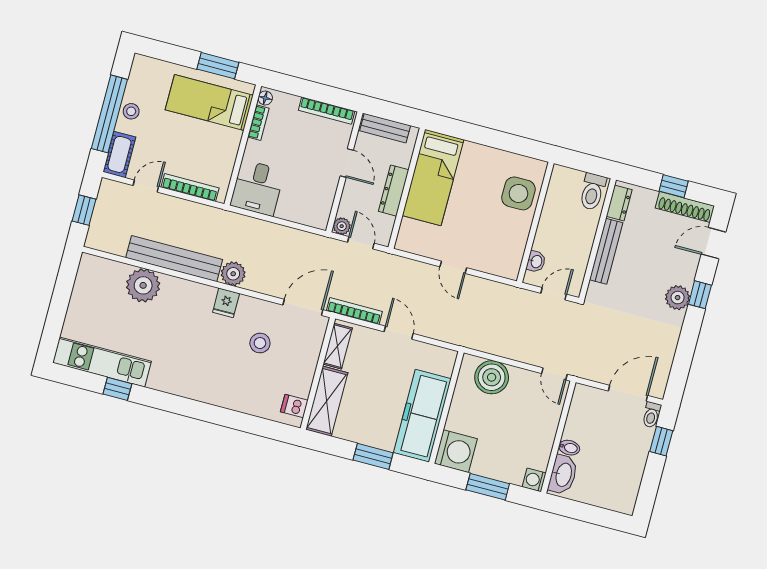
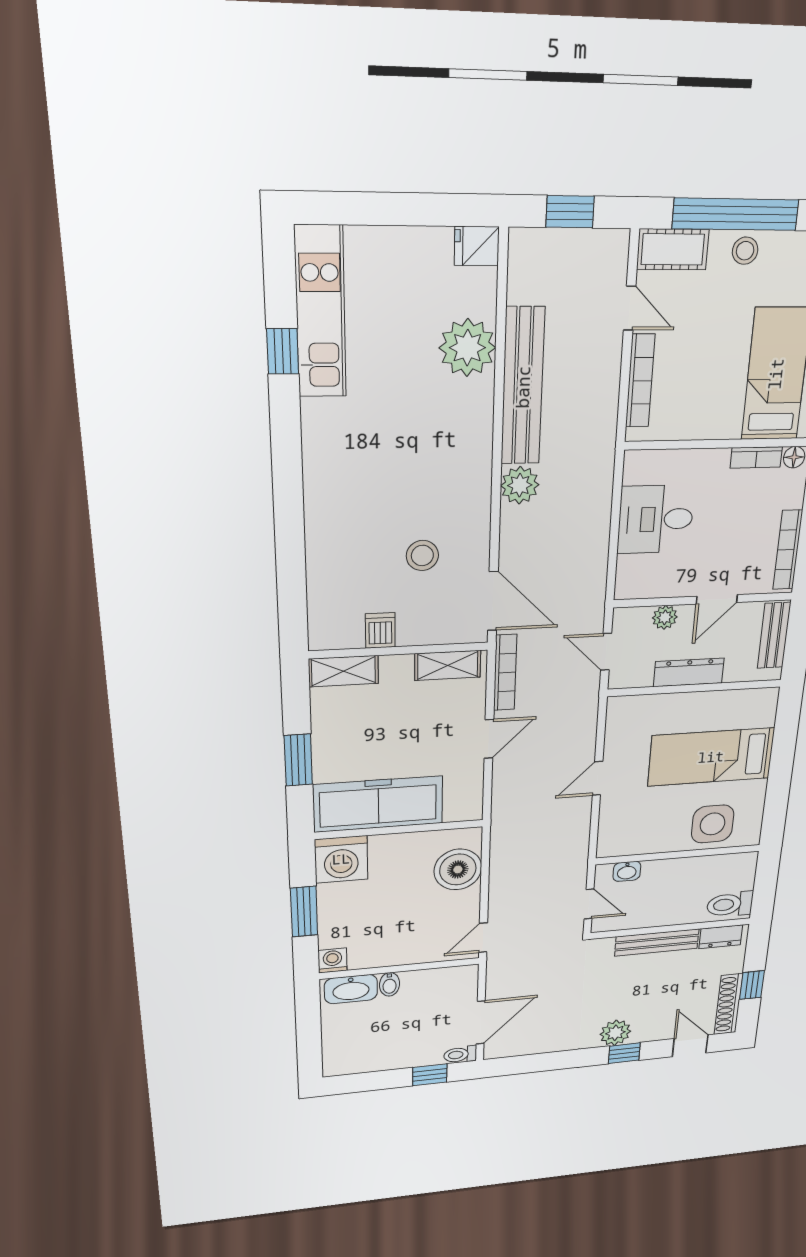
bed: (433, 178) -> (711, 757), moved
desk: (257, 188) -> (656, 519), moved
plant: (342, 226) -> (665, 617), moved
door: (361, 243) -> (606, 652), swing flipped
fridge: (226, 303) -> (477, 246), moved
door: (628, 393) -> (481, 1022), hinge flipped
shelving: (327, 401) -> (344, 671), width x0.67, depth x0.75
dishwasher: (294, 406) -> (380, 630), moved

